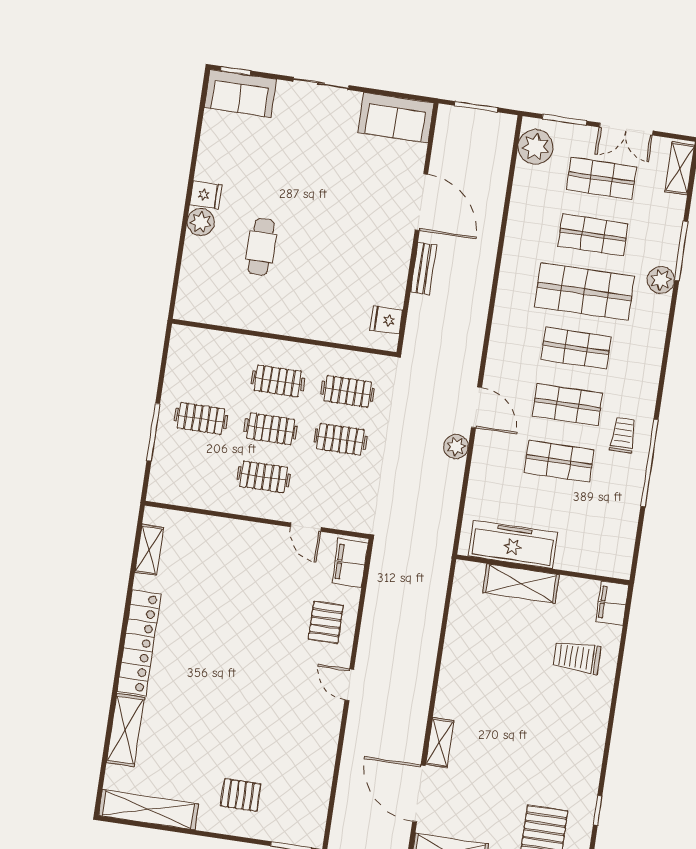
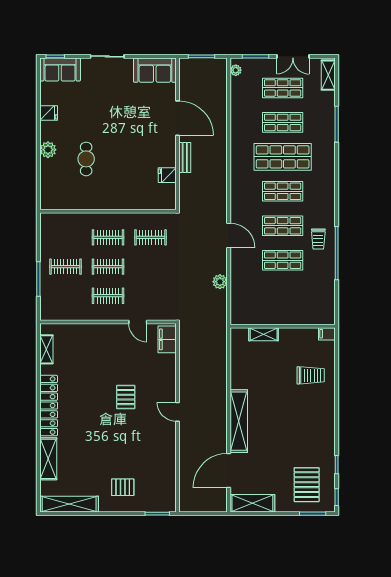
plant: (535, 147) -> (236, 70), width x0.53, depth x0.53
fridge: (206, 195) -> (49, 113), moved
plant: (661, 280) -> (327, 143), removed
fridge: (386, 320) -> (167, 175), moved
trolley: (623, 435) -> (318, 239), turned 180
clothes rail: (340, 439) -> (150, 267), removed
plant: (456, 447) -> (220, 282), moved
freezer: (513, 544) -> (263, 314), removed
shelving: (521, 584) -> (264, 334), width x0.67, depth x0.75
filing cabinet: (612, 603) -> (327, 334), width x0.50
pallet: (326, 622) -> (126, 397), moved
trolley: (577, 657) -> (311, 375), turned 180
shelving: (440, 743) -> (239, 421), width x2.20, depth x1.33
door: (419, 794) -> (229, 471), hinge flipped

